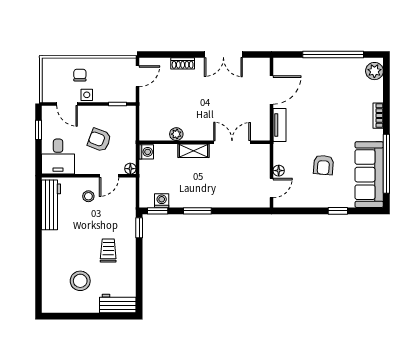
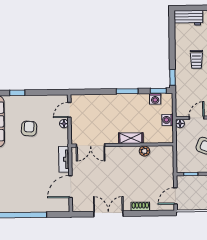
double door: (232, 142) -> (91, 145), moved
washing machine: (146, 152) -> (168, 120), moved

